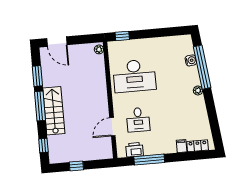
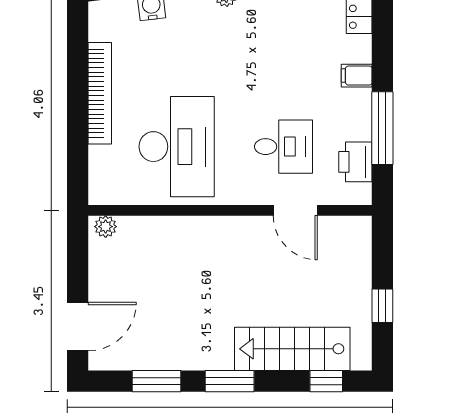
window: (122, 36) -> (78, 167), removed
bookcase: (153, 42) -> (100, 93), added
window: (40, 106) -> (230, 381), width x0.69
stairs: (54, 111) -> (292, 349), moved
filing cabinet: (182, 146) -> (357, 76), moved

